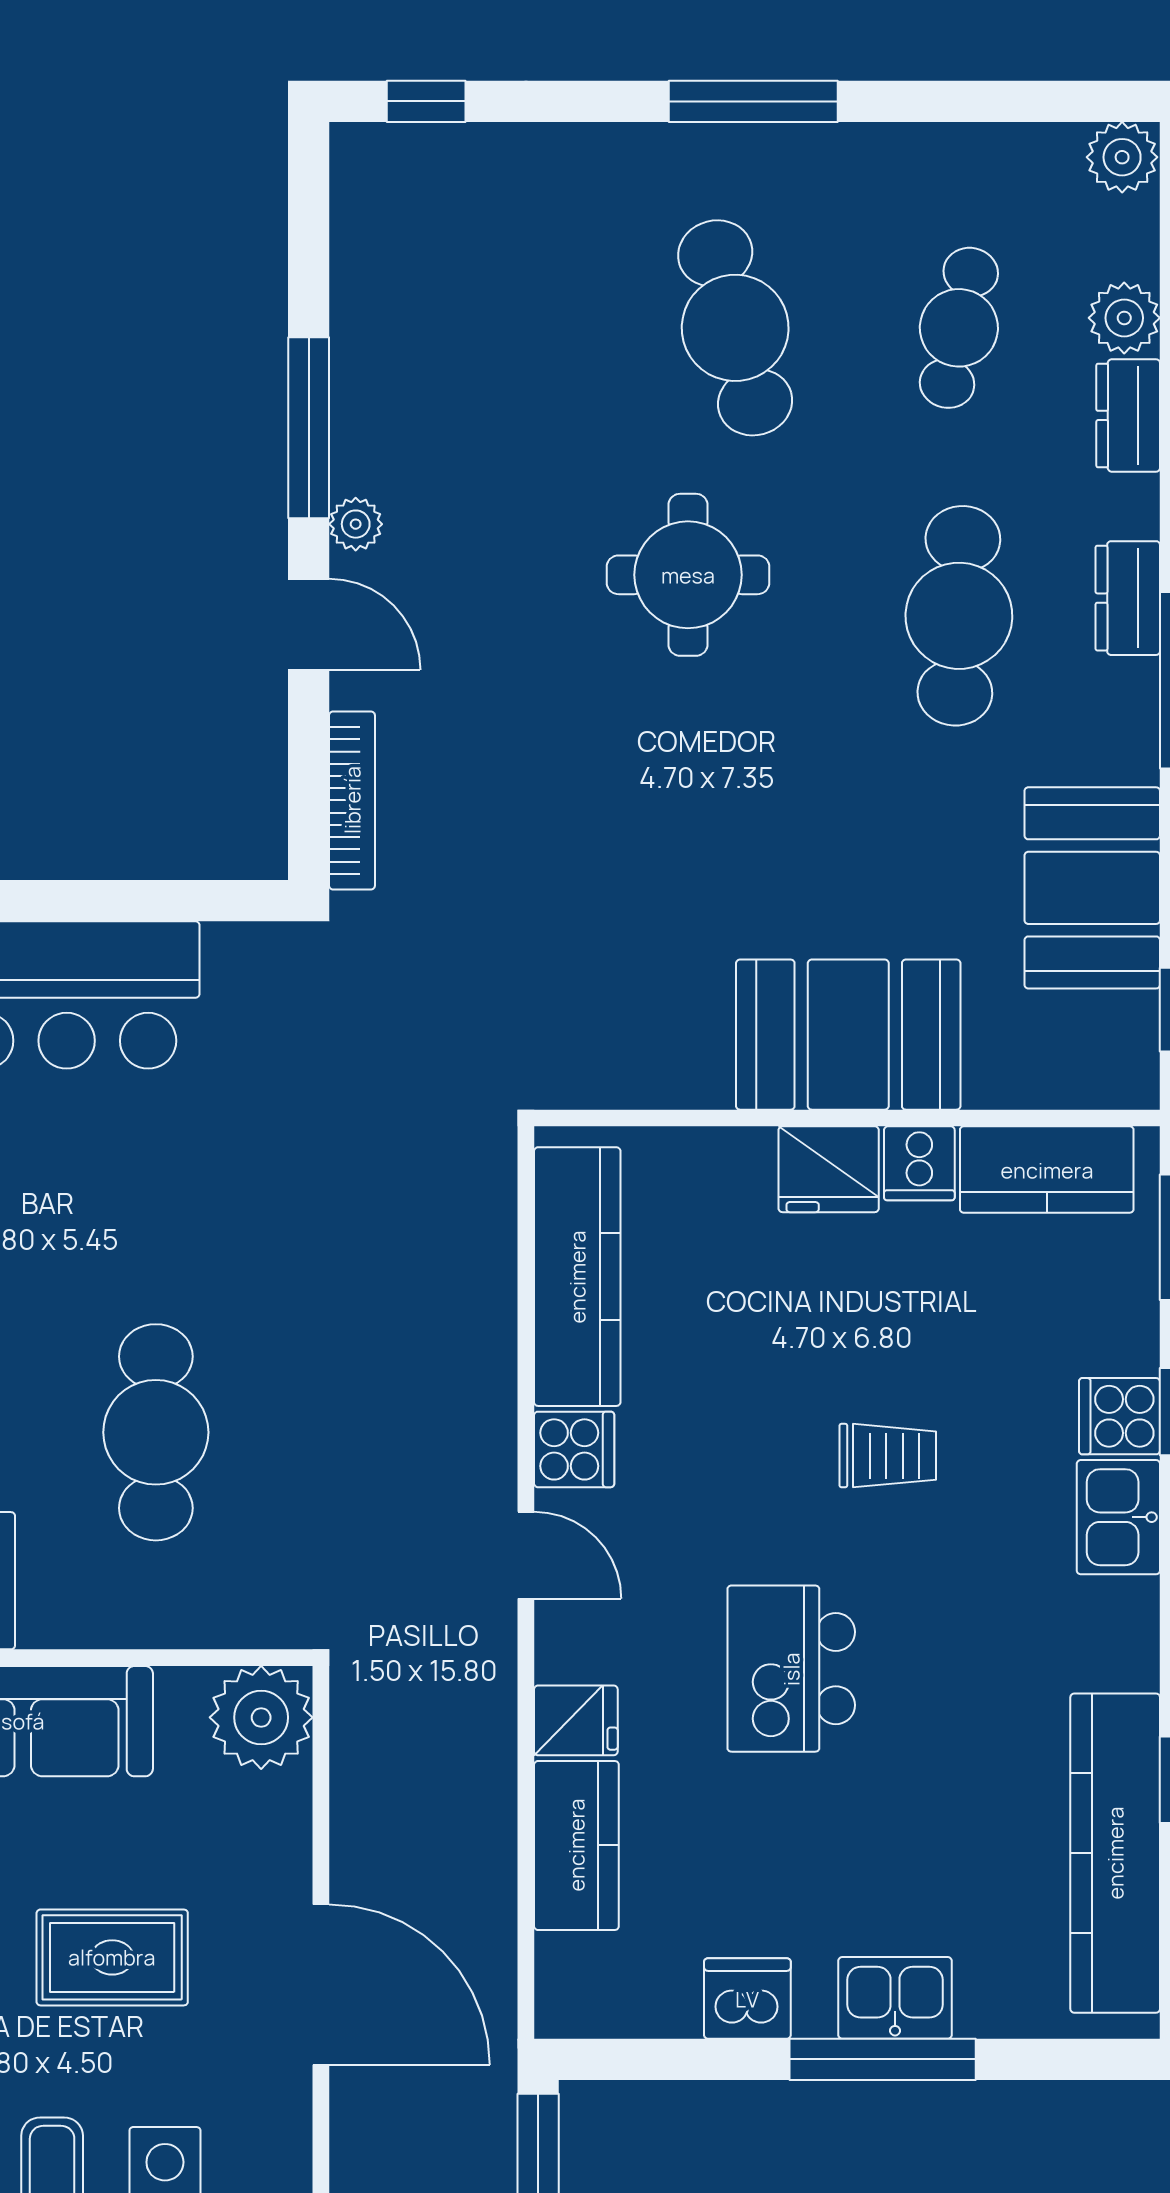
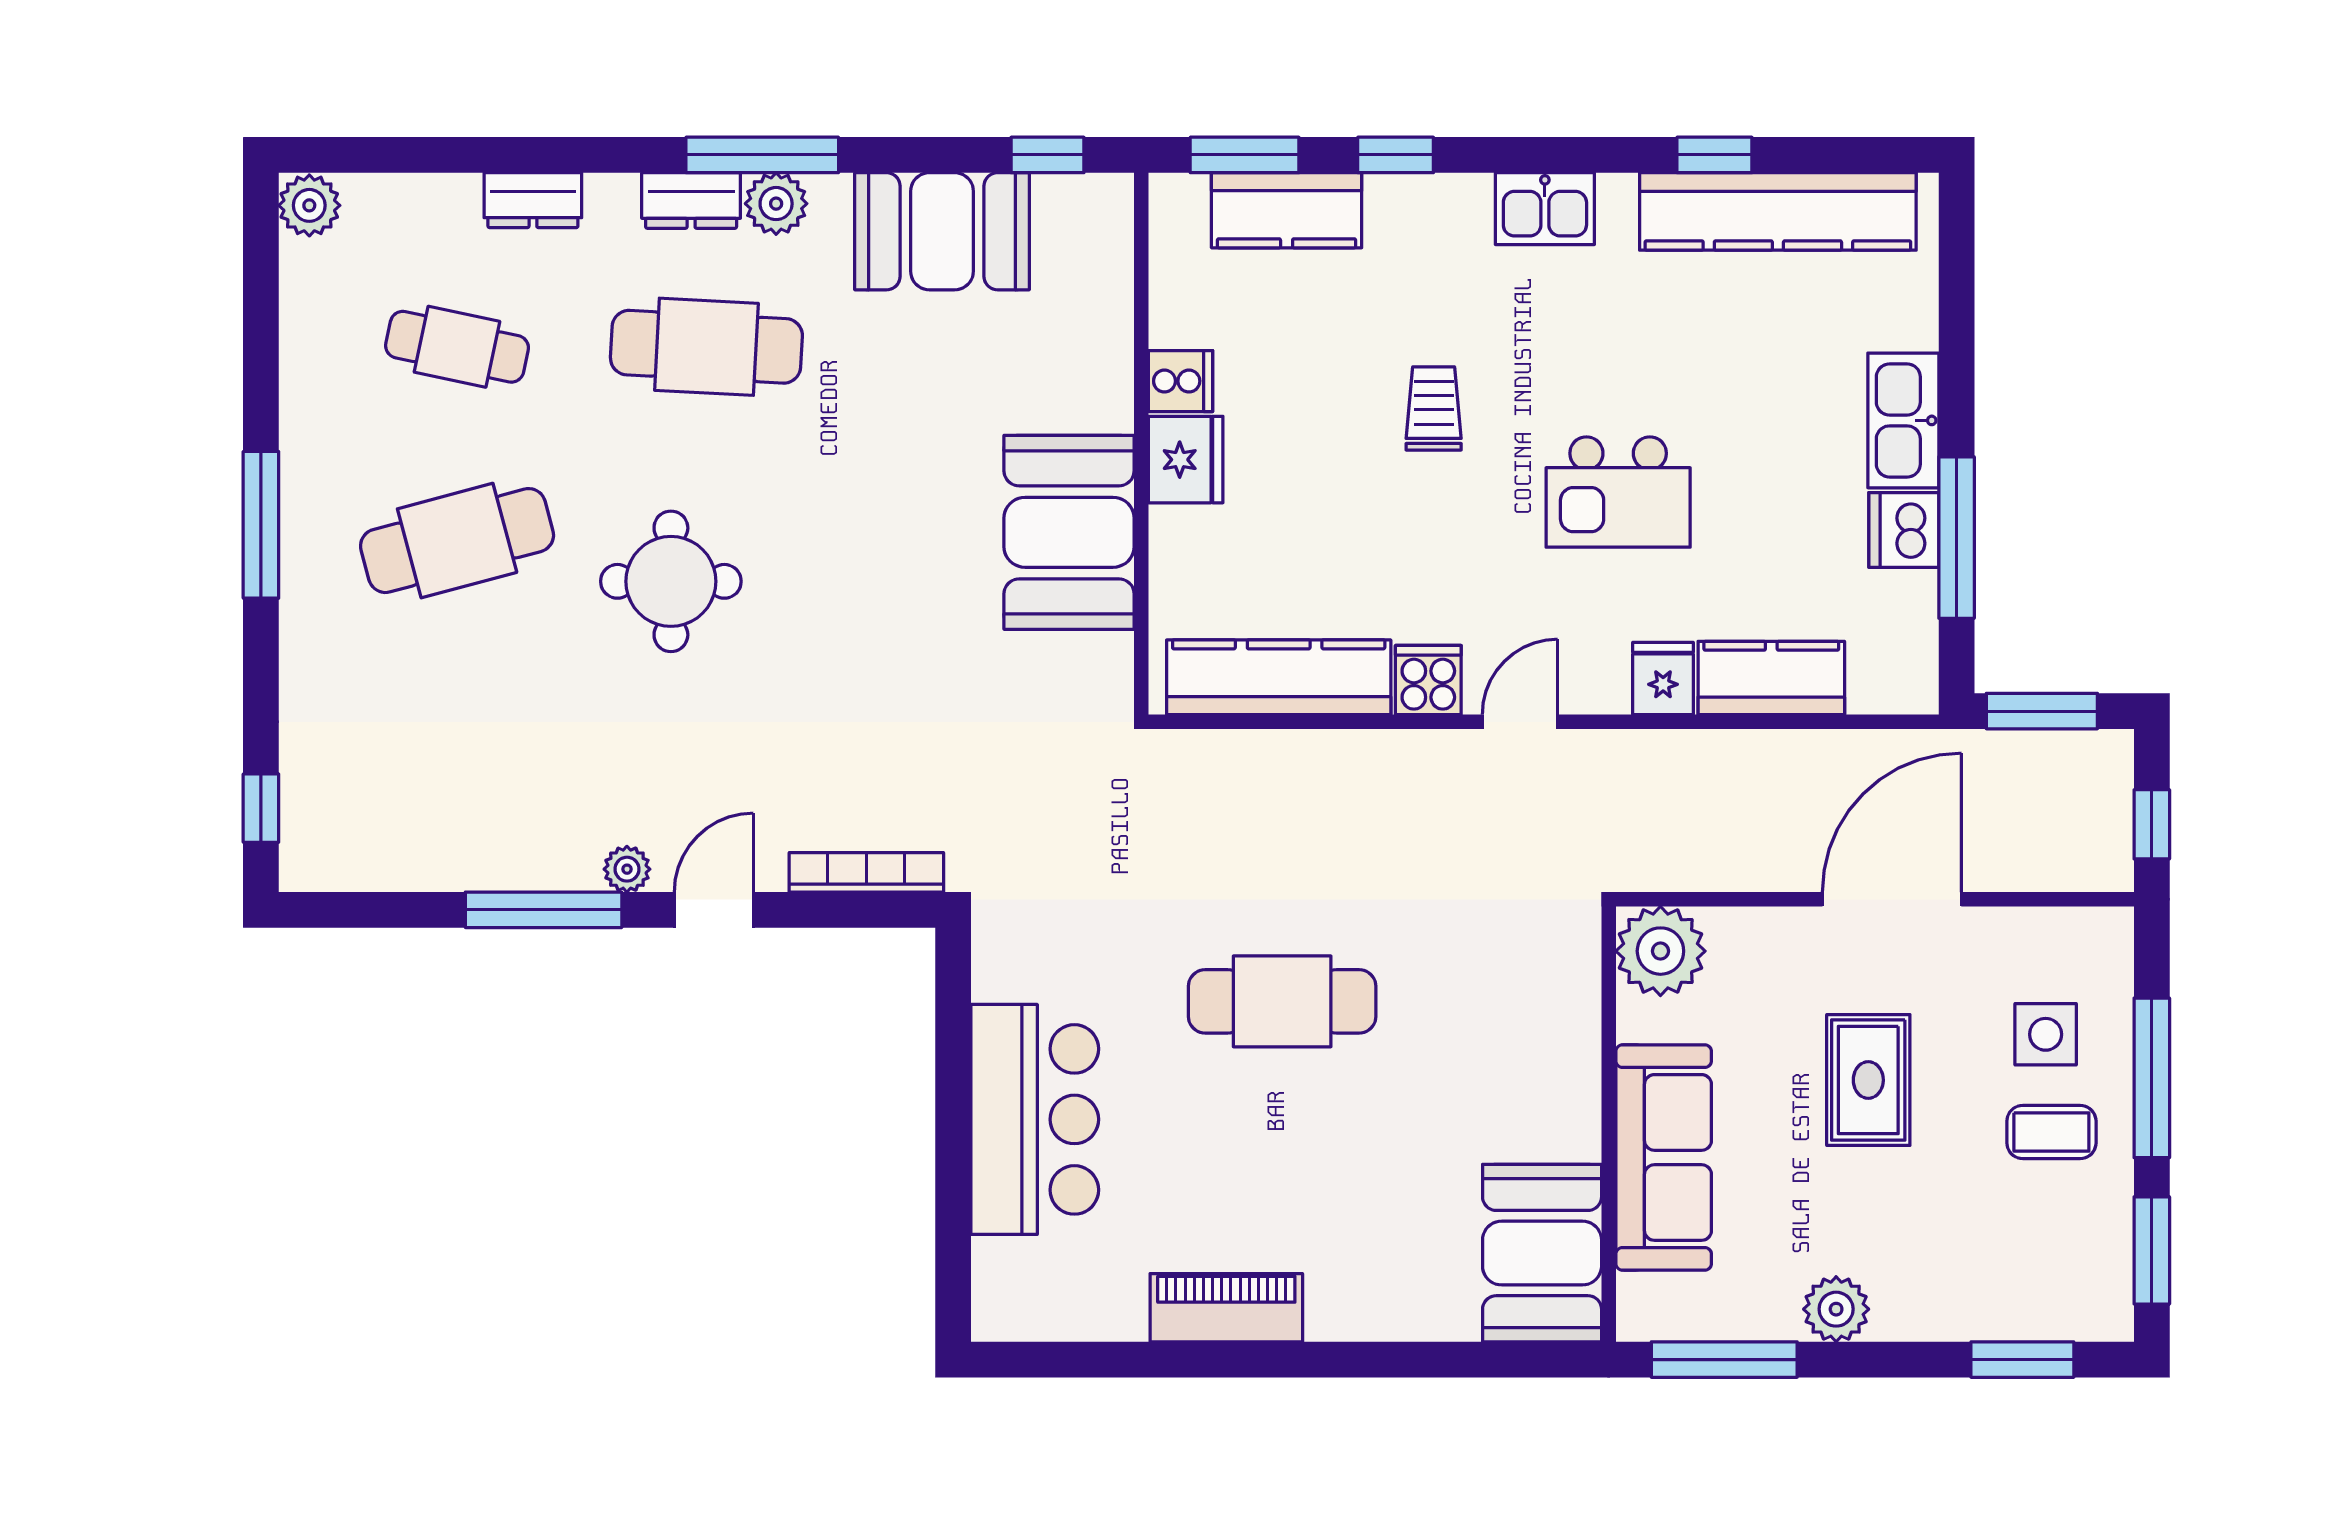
plant: (1124, 318) -> (776, 204), moved
booth: (848, 1035) -> (1069, 532), moved
kitchen counter: (1047, 1170) -> (1287, 210), moved, turned 90
cooker: (1120, 1416) -> (1400, 208), removed
cafe table: (156, 1432) -> (1282, 1001), moved
kitchen sink: (1118, 1517) -> (1545, 209), moved
kitchen sink: (895, 1998) -> (1903, 420), width x1.38
window: (883, 2059) -> (1957, 538), moved

